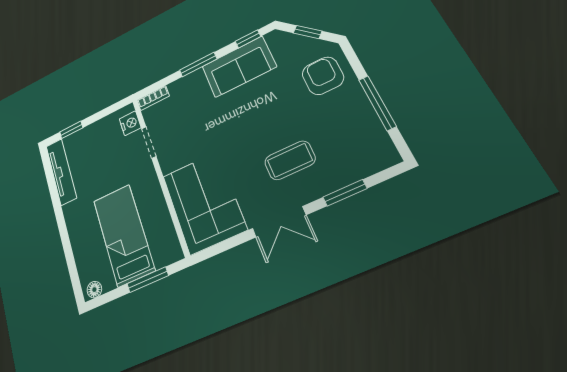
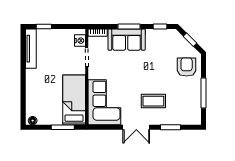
sofa: (239, 67) -> (127, 40), moved
bed: (124, 235) -> (74, 100), moved

